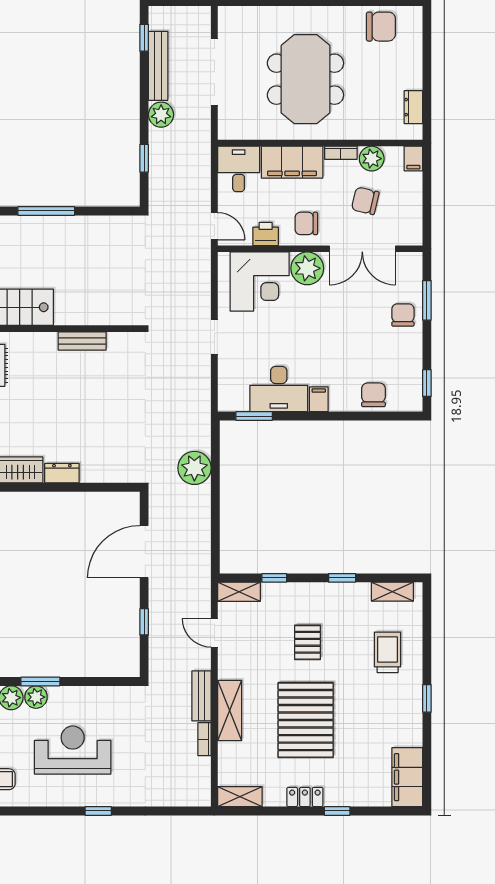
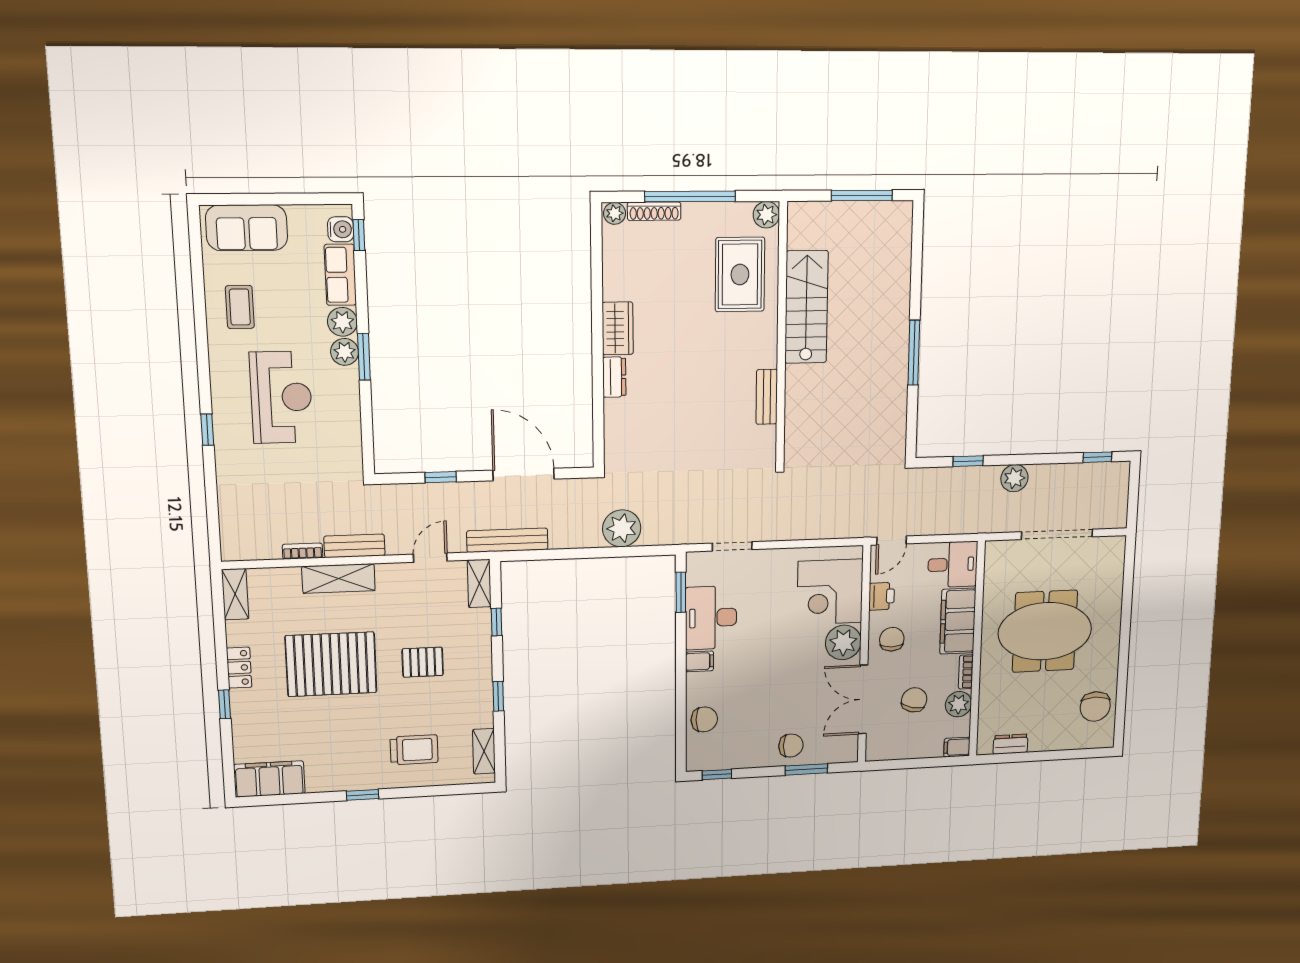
bench: (158, 66) -> (507, 540), moved
doorway: (214, 337) -> (732, 546), moved

